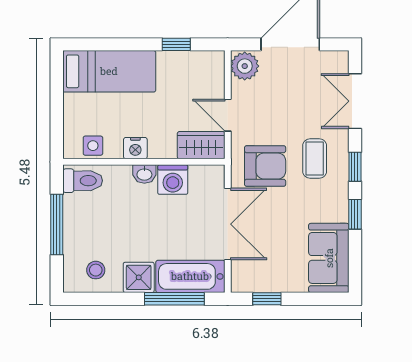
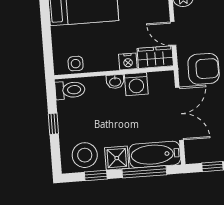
nightstand: (135, 148) -> (128, 61), moved
window: (57, 225) -> (53, 124), width x0.46
stool: (96, 270) -> (85, 155), width x1.89, depth x1.89
window: (109, 299) -> (96, 176), added

